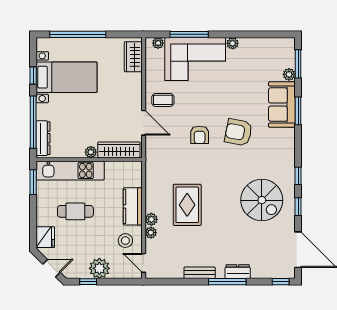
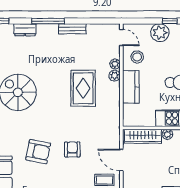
dresser: (238, 272) -> (25, 30), moved

